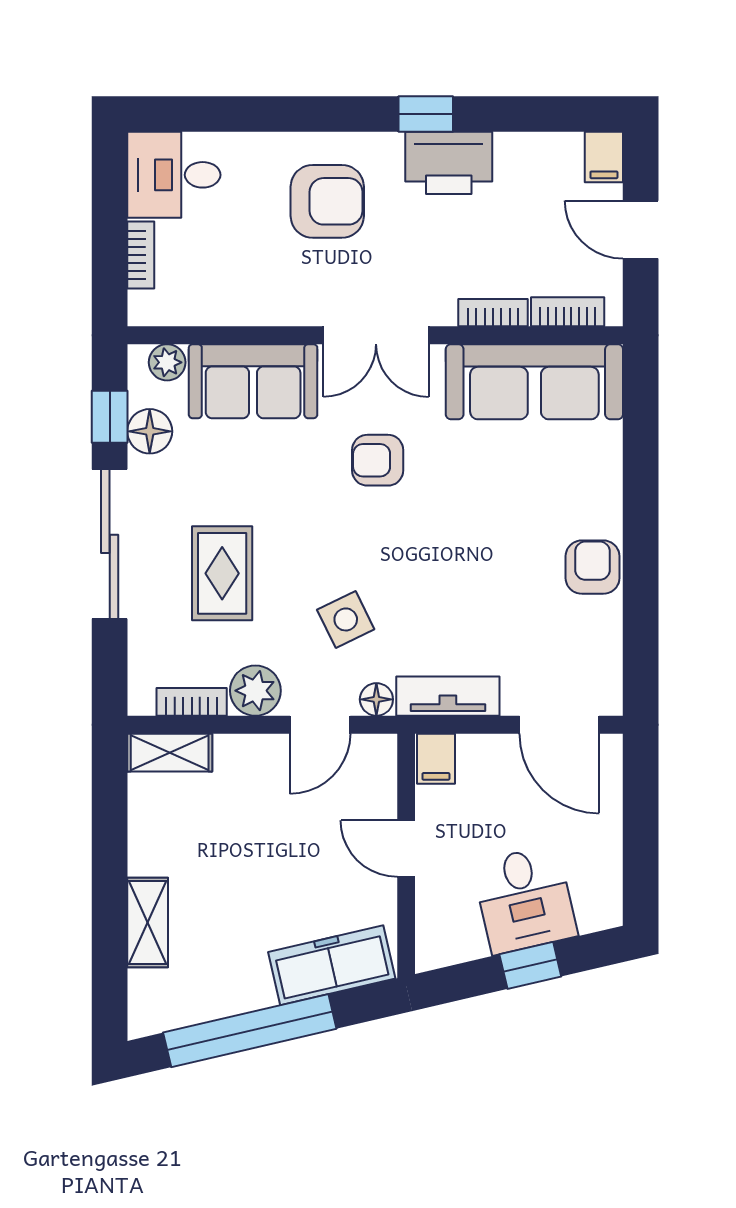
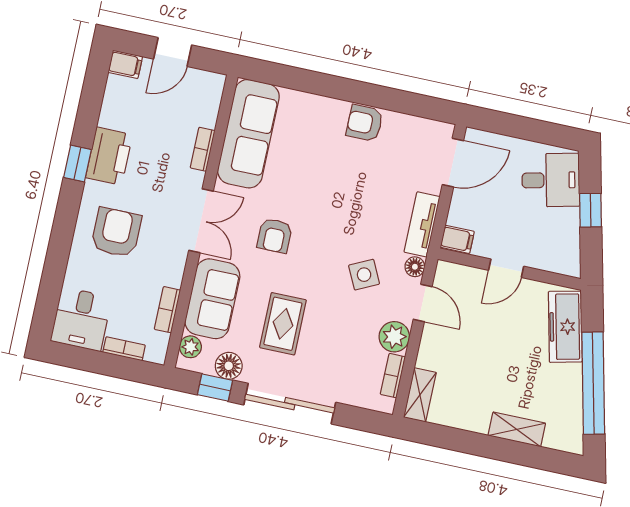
bookcase: (568, 312) -> (167, 310), moved
rug: (222, 573) -> (283, 324), moved, turned 90
desk: (525, 900) -> (551, 180), moved

